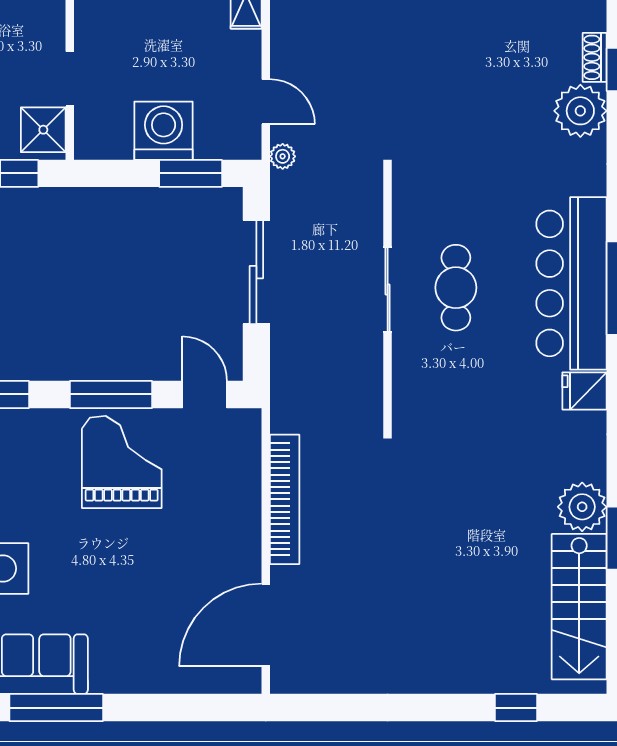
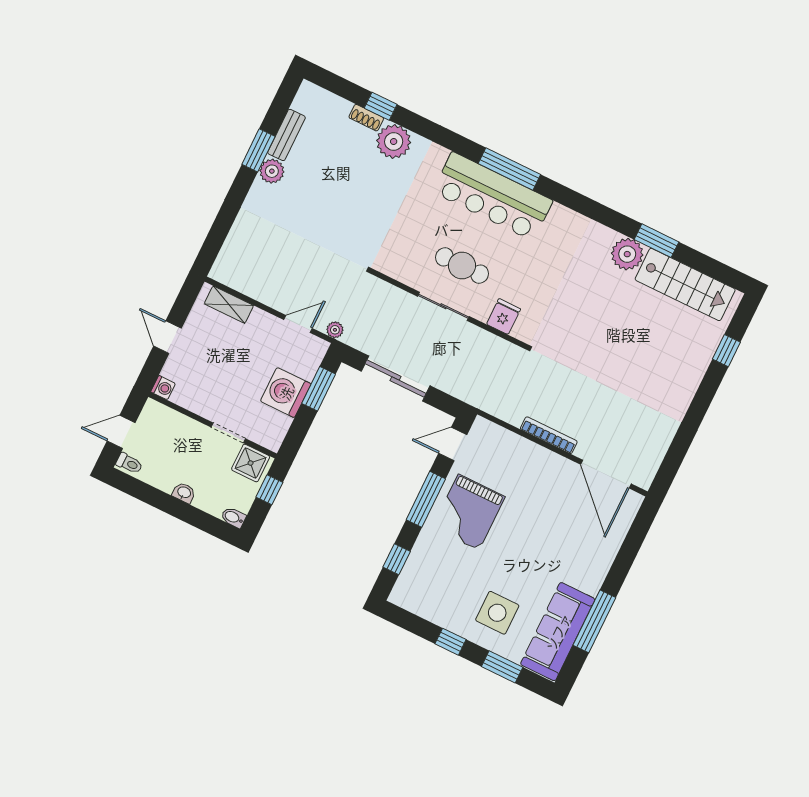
fridge: (584, 391) -> (504, 317), moved, turned 180
grand piano: (122, 462) -> (469, 512), turned -90
bookcase: (285, 499) -> (549, 435), width x0.68, depth x0.76

